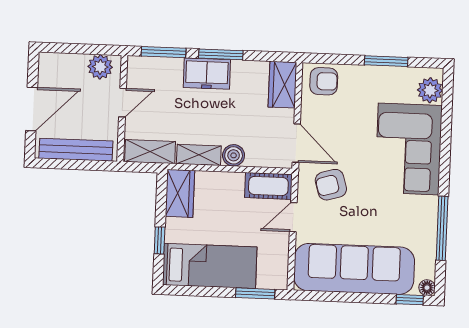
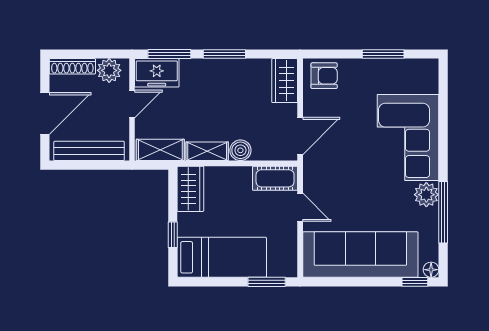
shoe rack: (62, 61) -> (72, 66), added
freezer: (207, 74) -> (157, 73), moved
plant: (430, 90) -> (426, 195), moved
door: (296, 143) -> (300, 136), hinge flipped
armchair: (331, 185) -> (335, 175), removed
door: (293, 217) -> (300, 207), swing flipped

